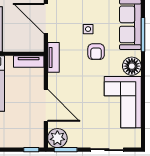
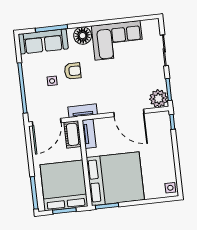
cot: (30, 44) -> (73, 134), added
door: (46, 105) -> (129, 113), swing flipped

